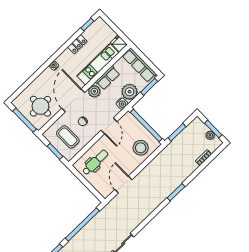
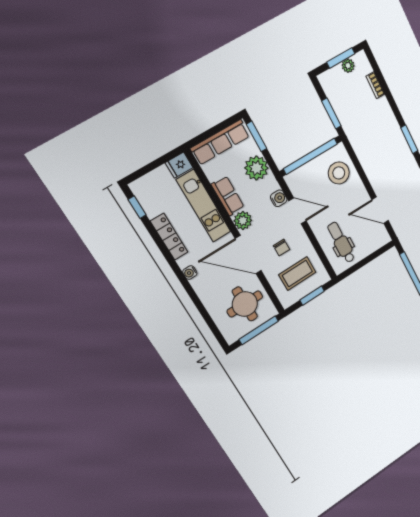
locker: (77, 44) -> (169, 237), width x1.53
water cooler: (122, 104) -> (279, 198), moved

